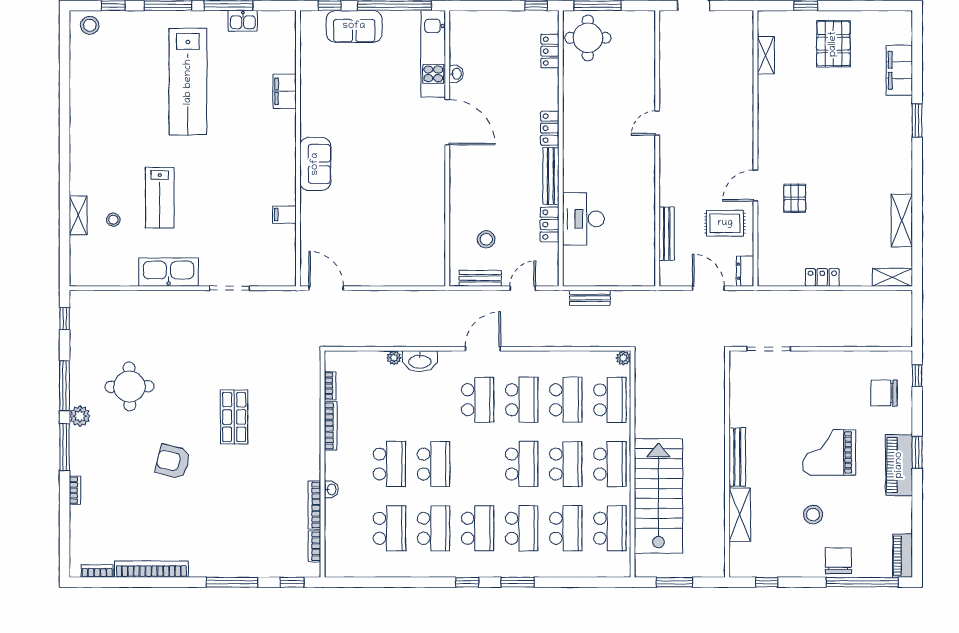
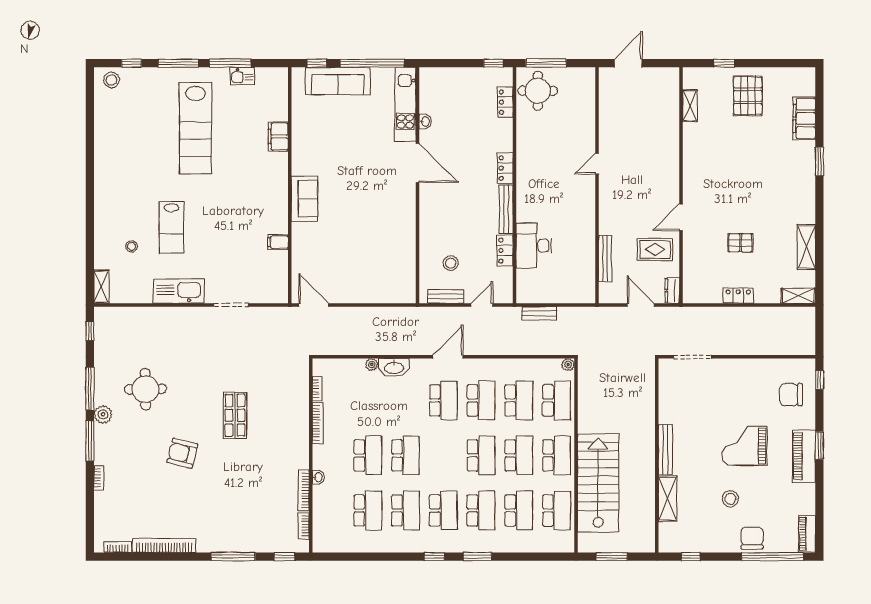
sofa: (354, 26) -> (338, 81), width x1.36
pallet: (795, 198) -> (740, 243), moved, turned 90
shelving: (78, 215) -> (101, 287), moved

